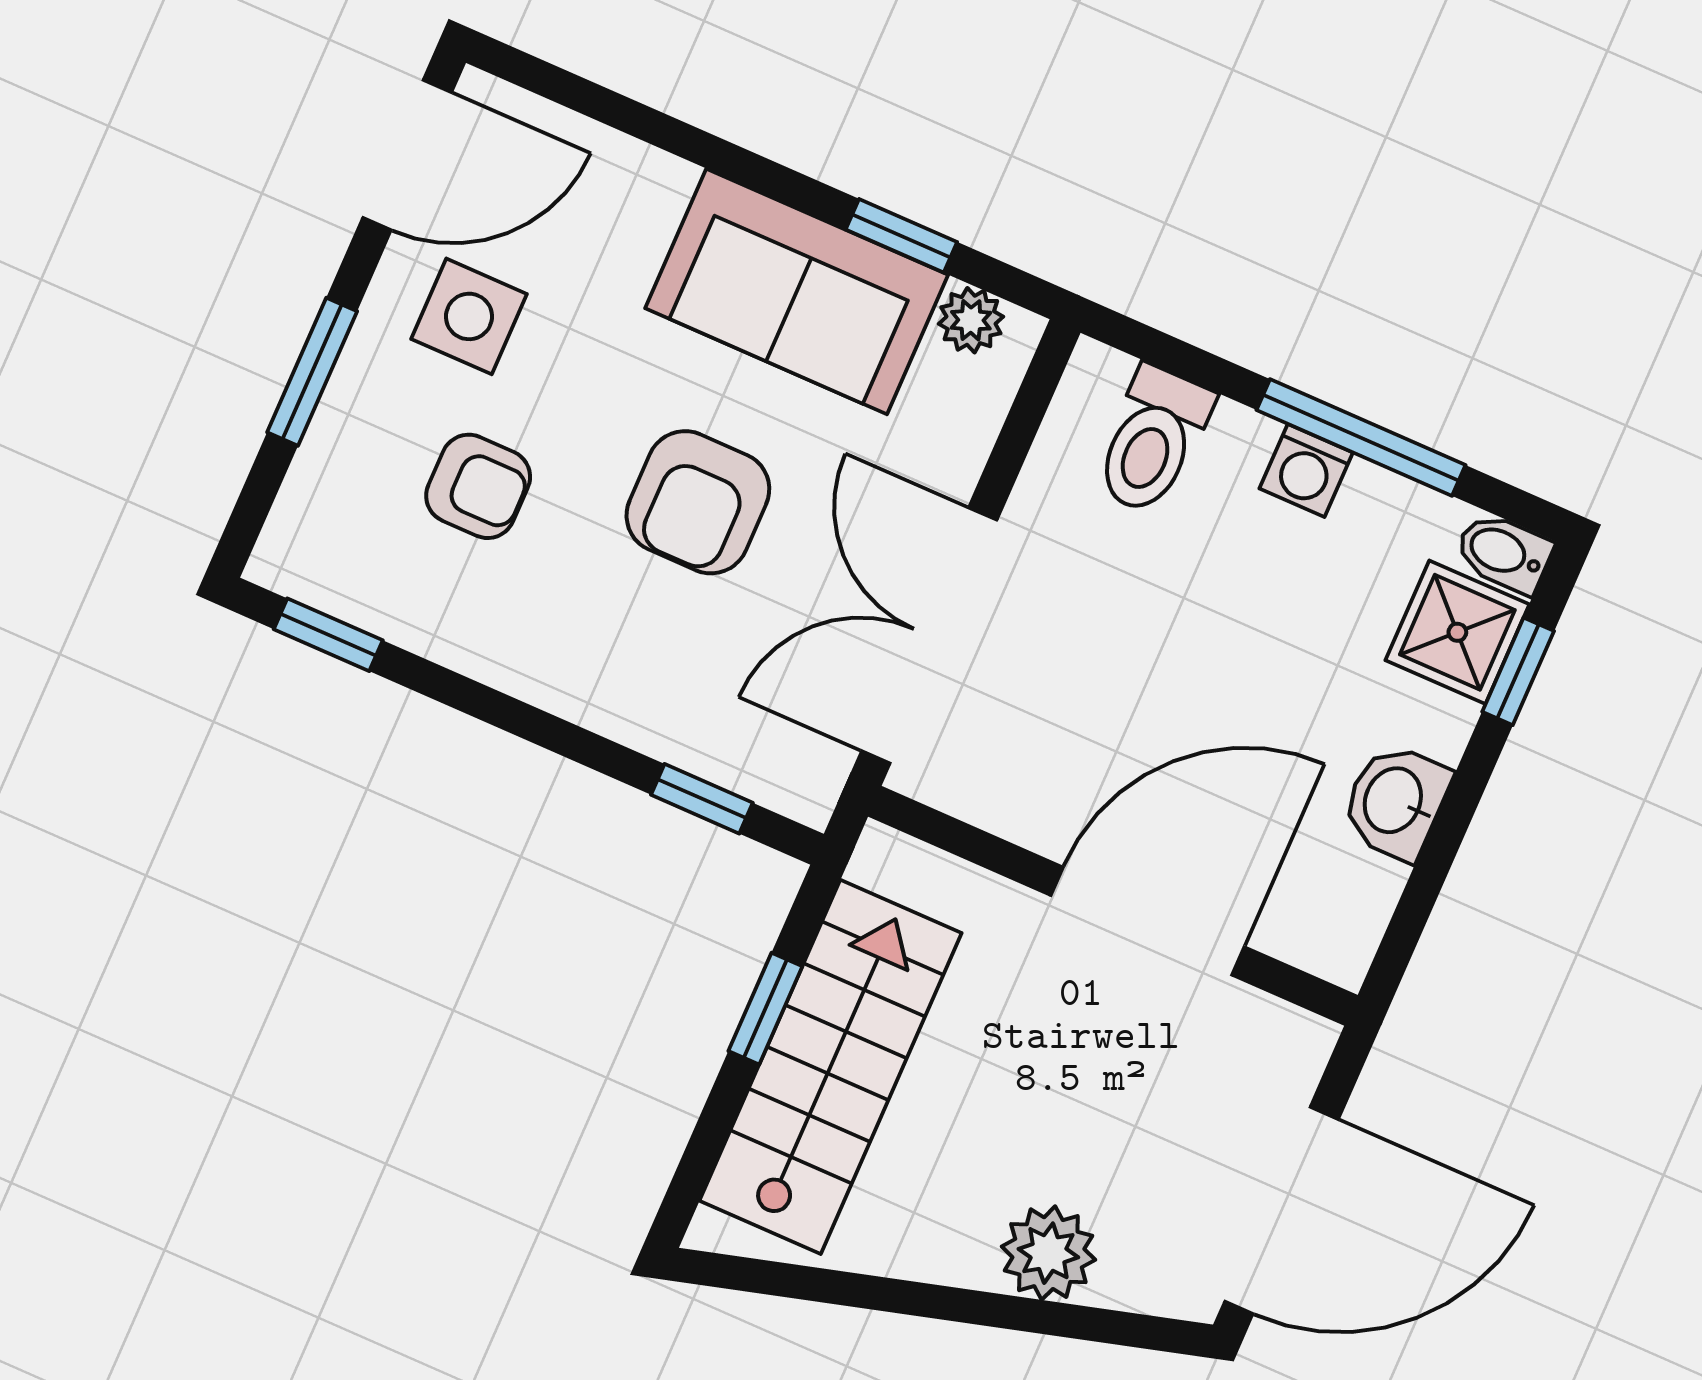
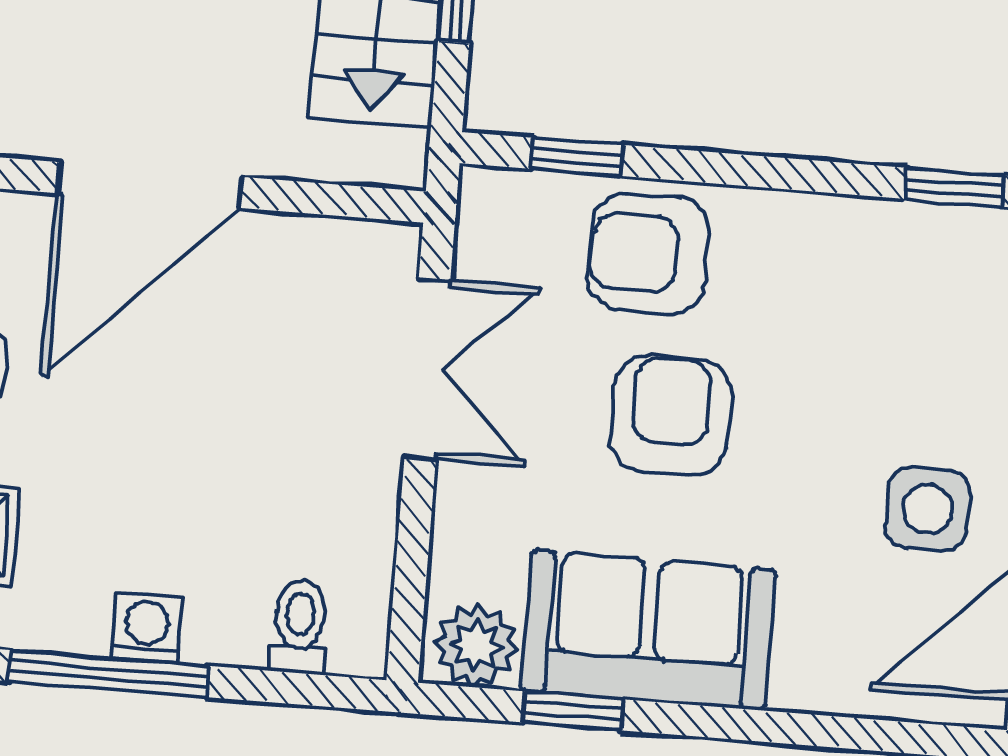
plant: (971, 320) -> (476, 646), width x1.38, depth x1.38
toilet: (1153, 440) -> (300, 627), width x0.73, depth x0.72
armchair: (478, 486) -> (648, 254), moved, width x1.38, depth x1.38
double door: (929, 636) -> (427, 369), width x0.73

